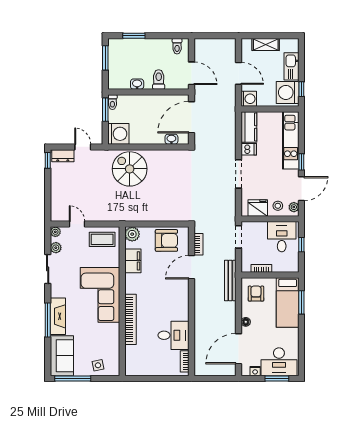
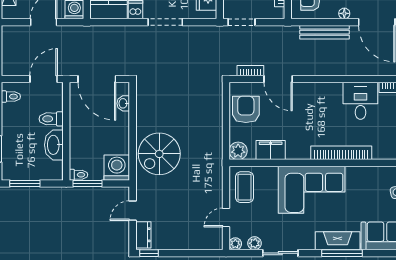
washbasin: (137, 84) -> (54, 145), width x1.91, depth x1.45
bench: (230, 280) -> (325, 32), moved

